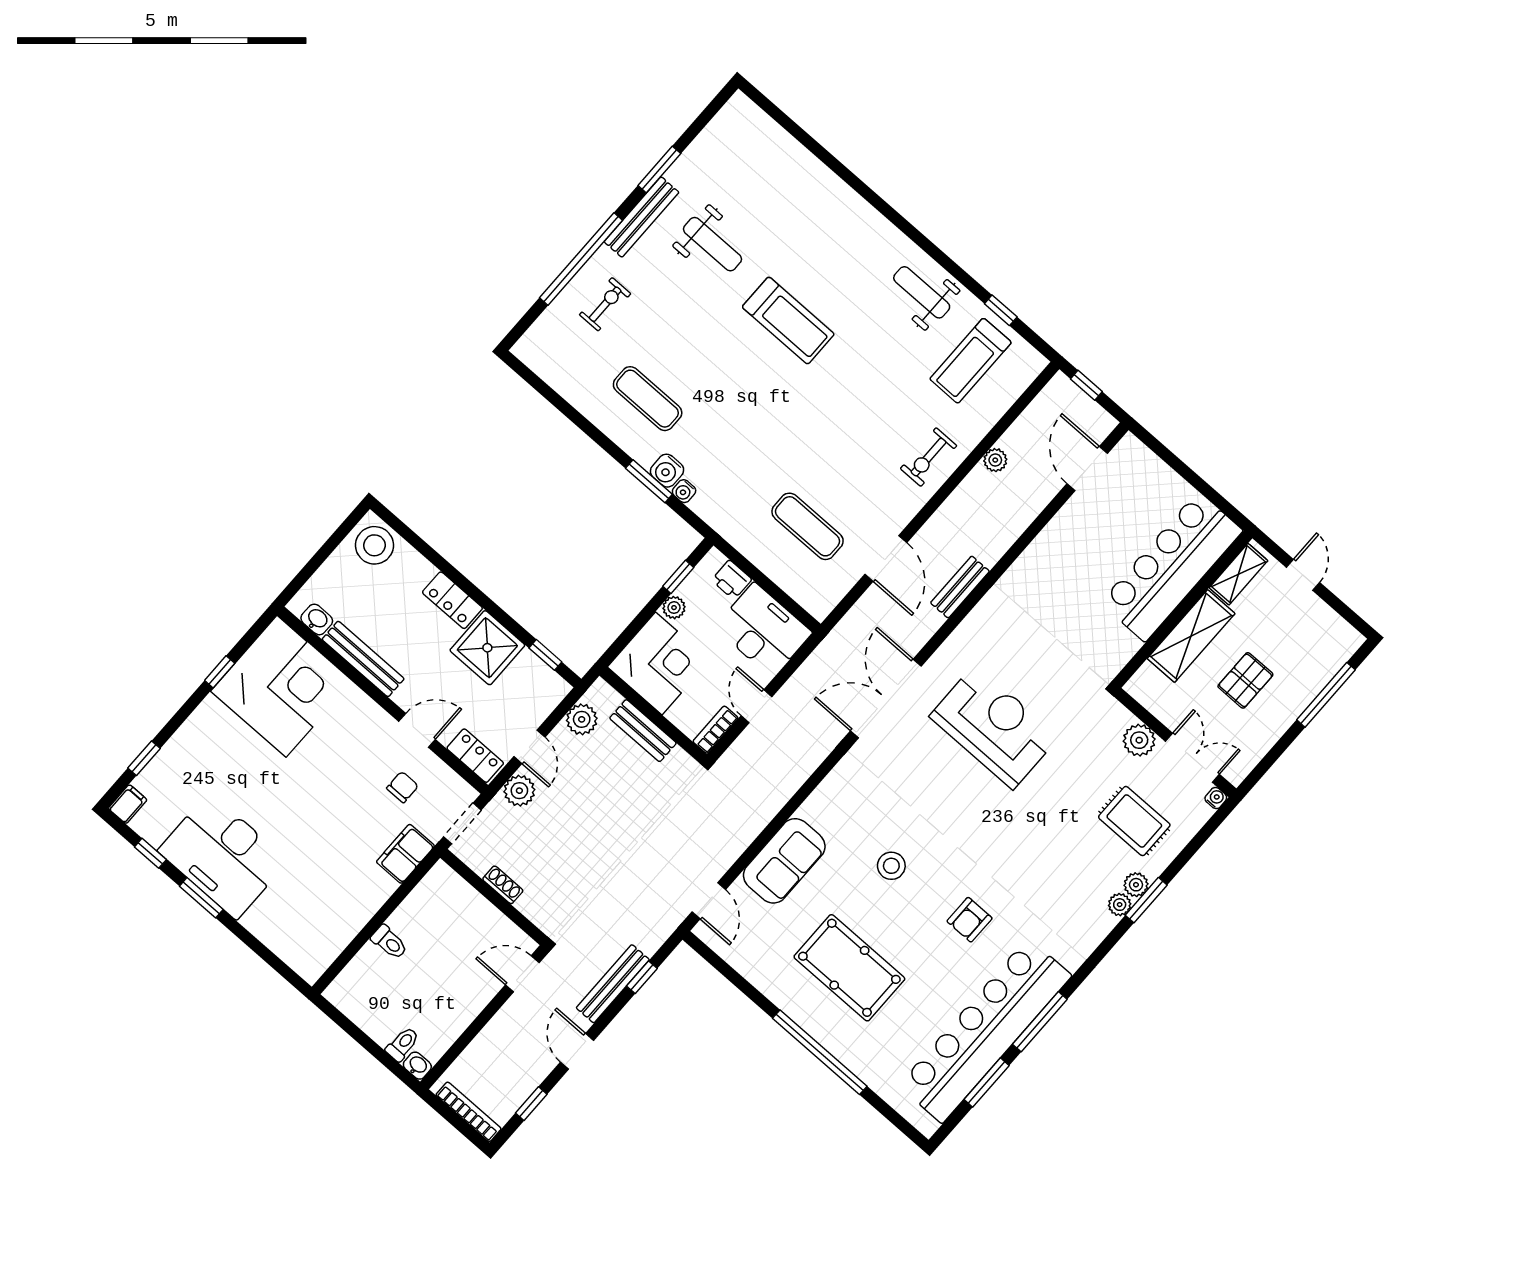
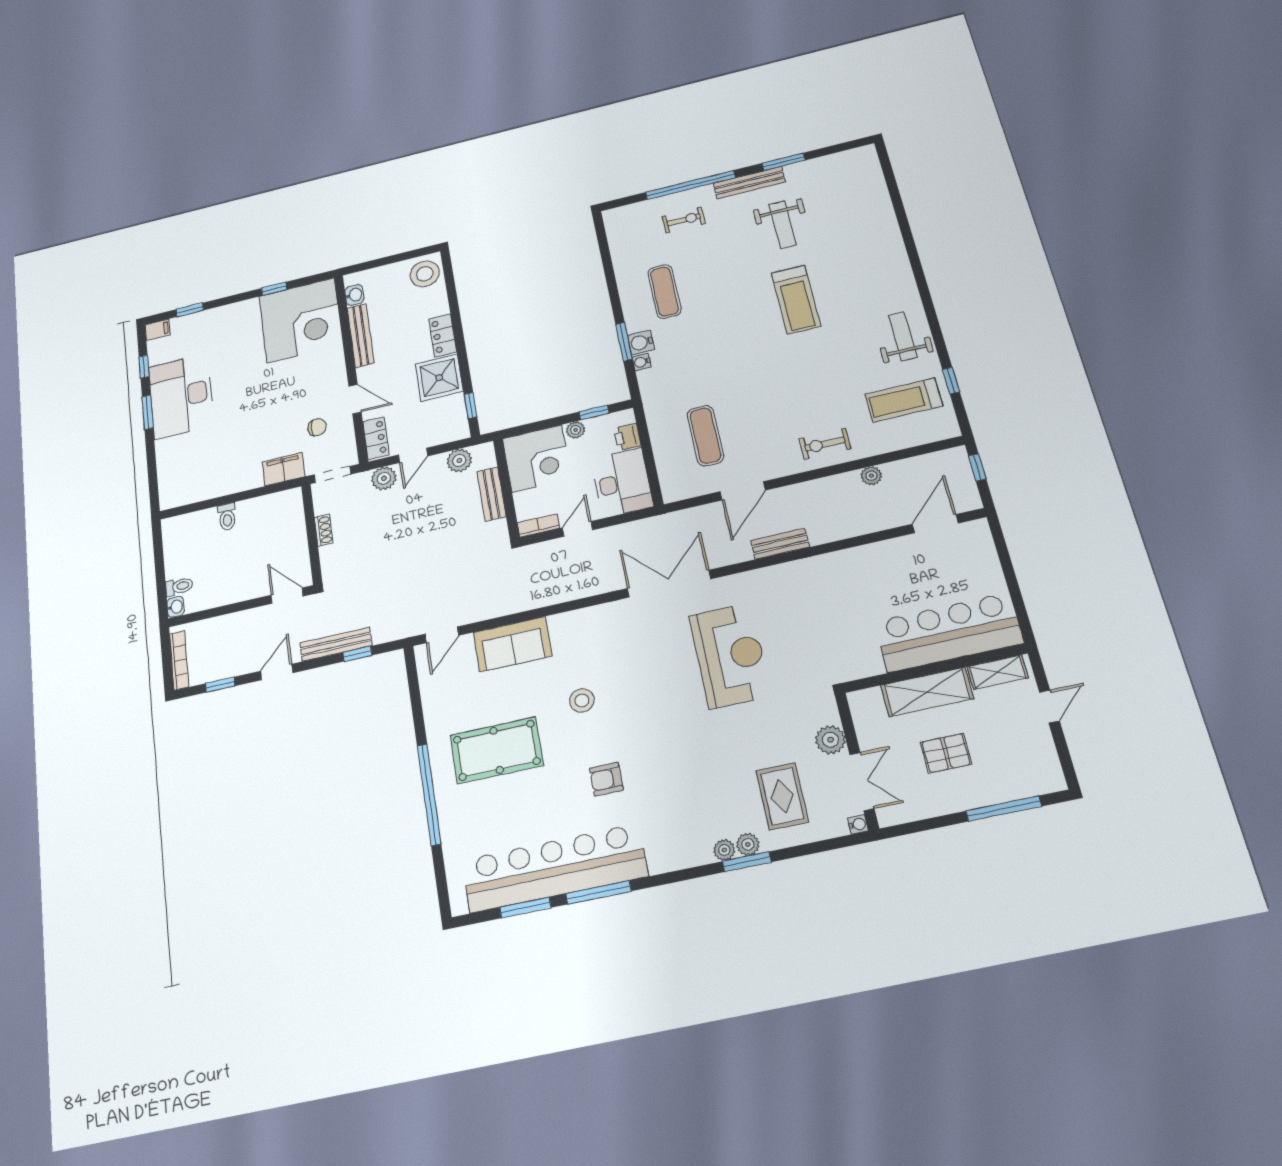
pool table: (849, 968) -> (497, 750), turned 90

